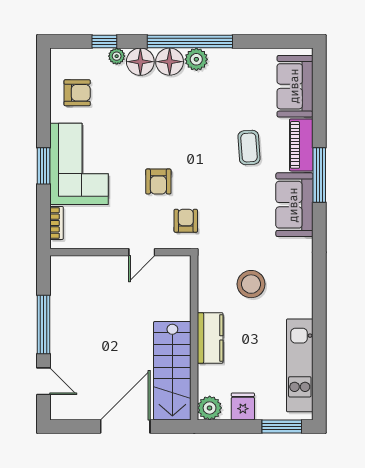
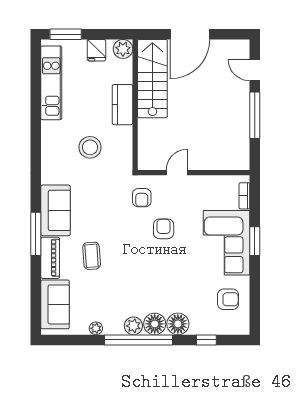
plant: (117, 56) -> (96, 328), moved
armchair: (77, 93) -> (228, 299), turned 180

